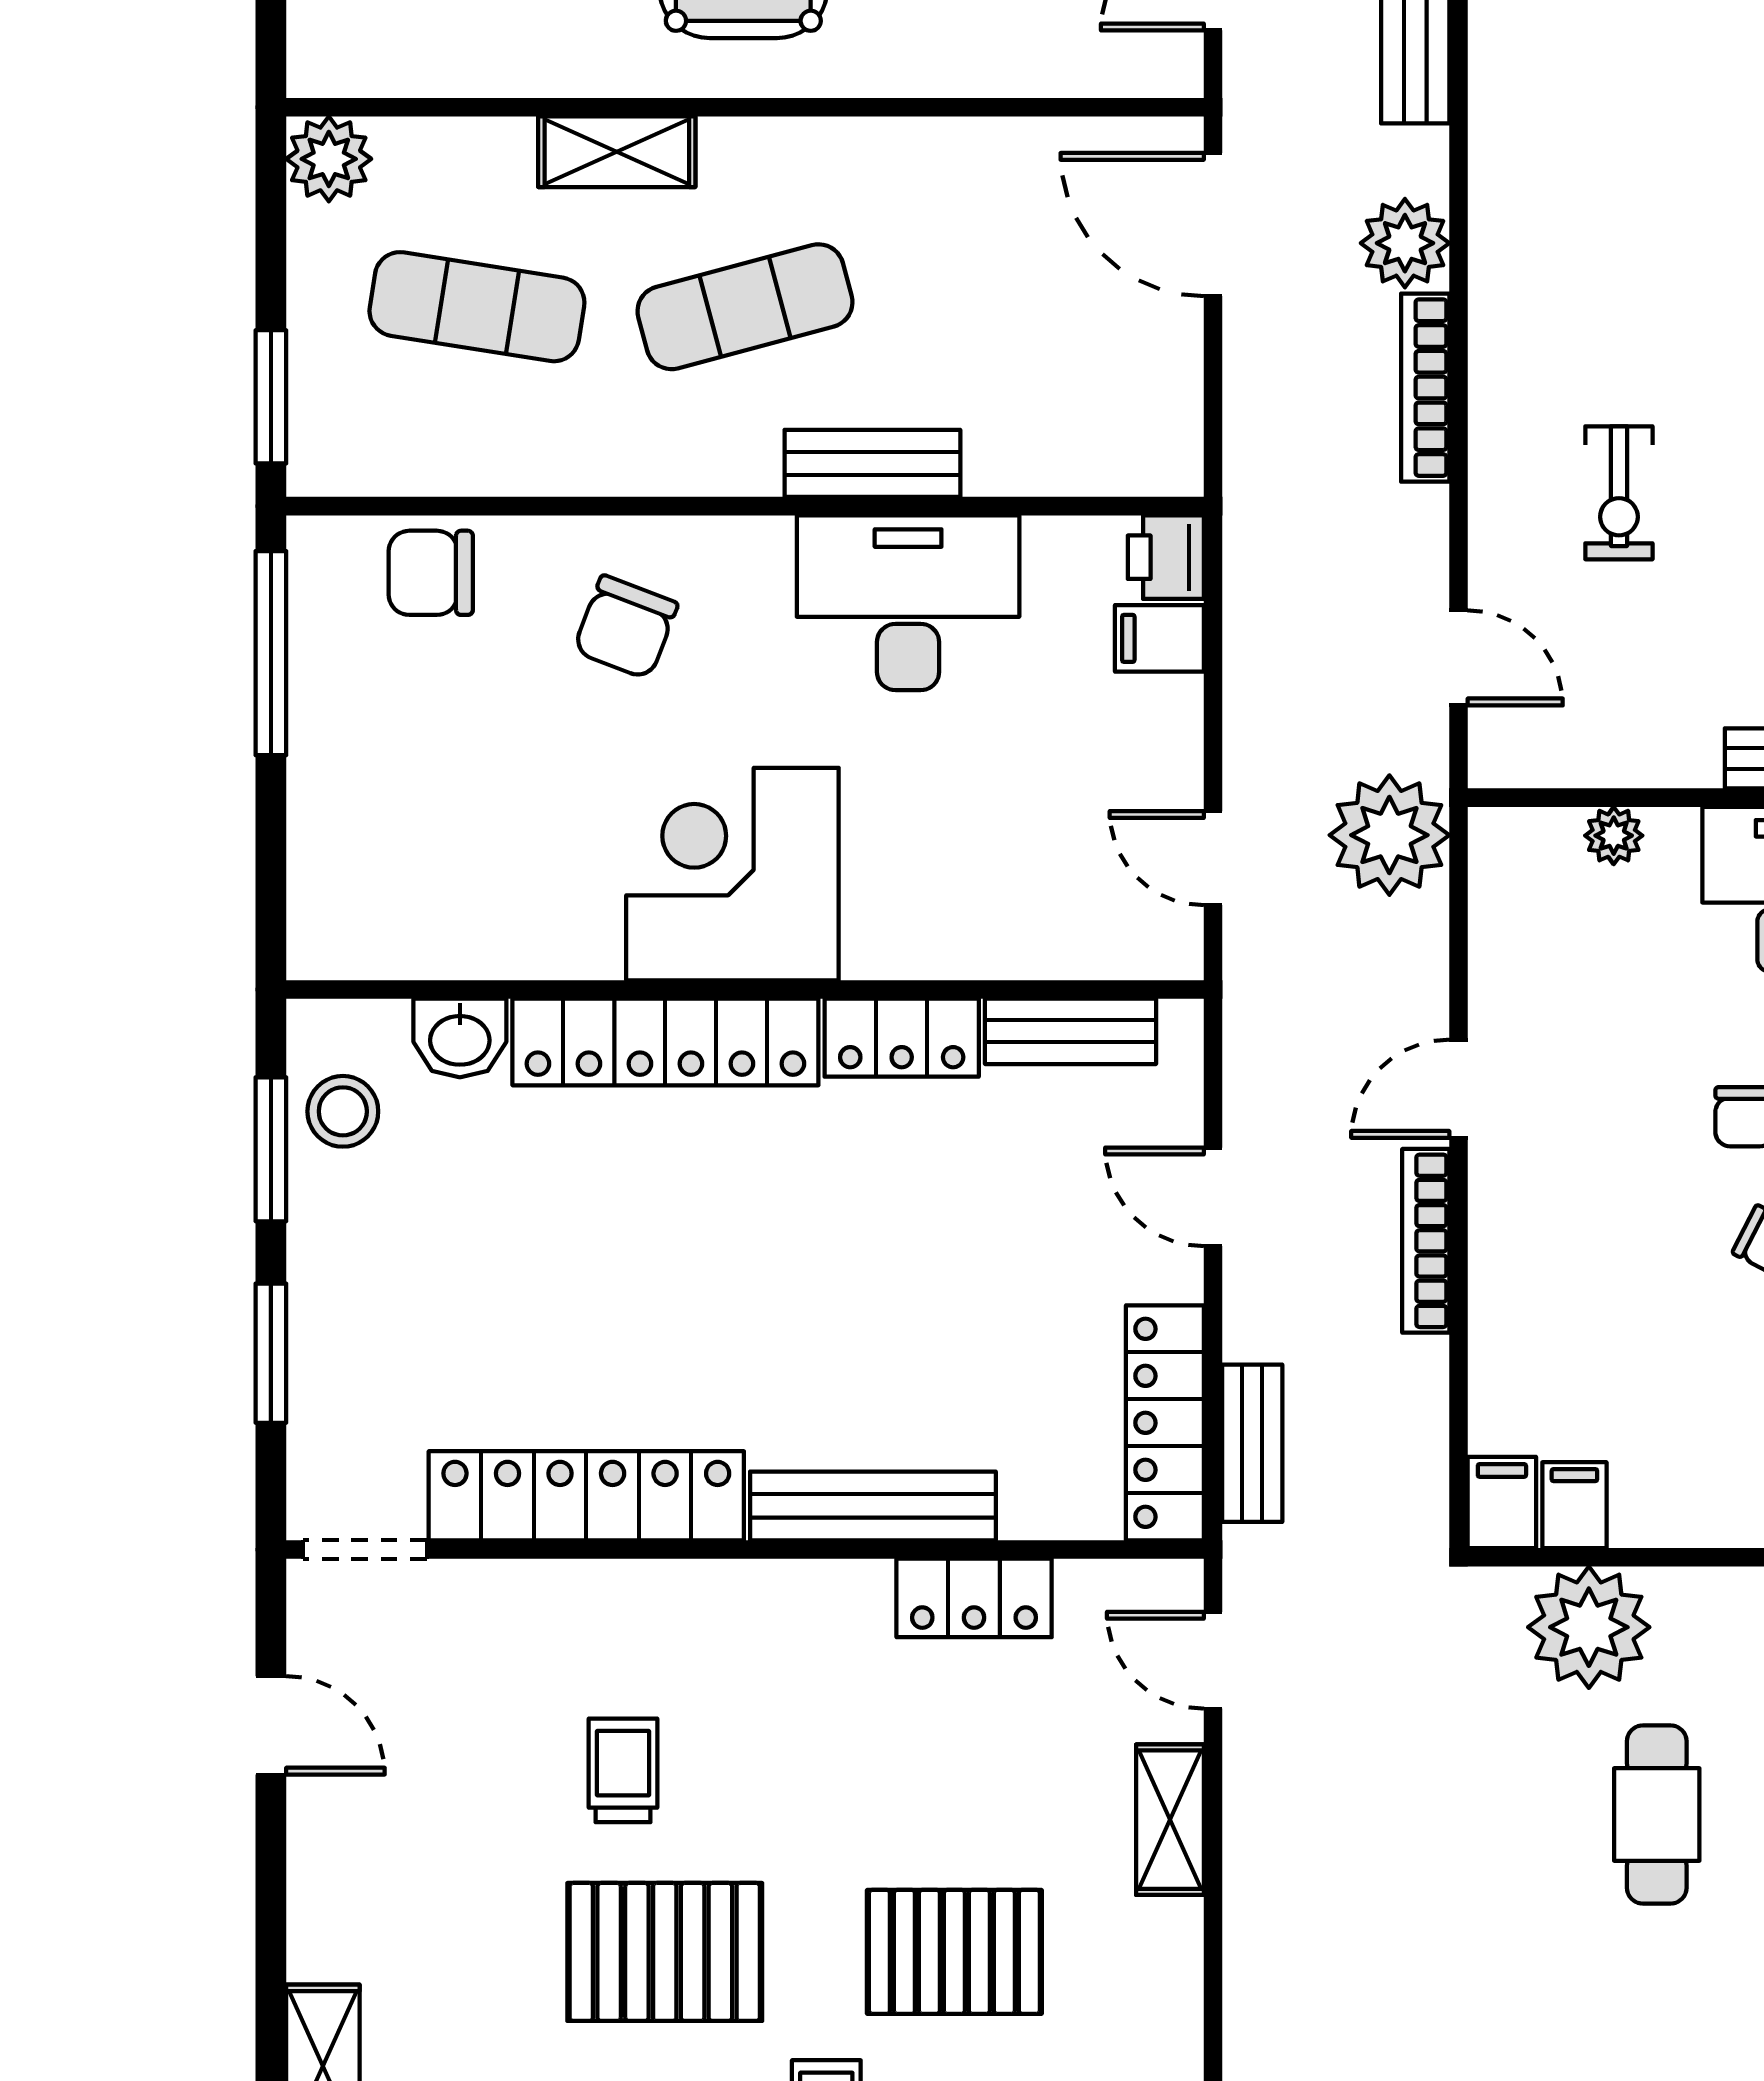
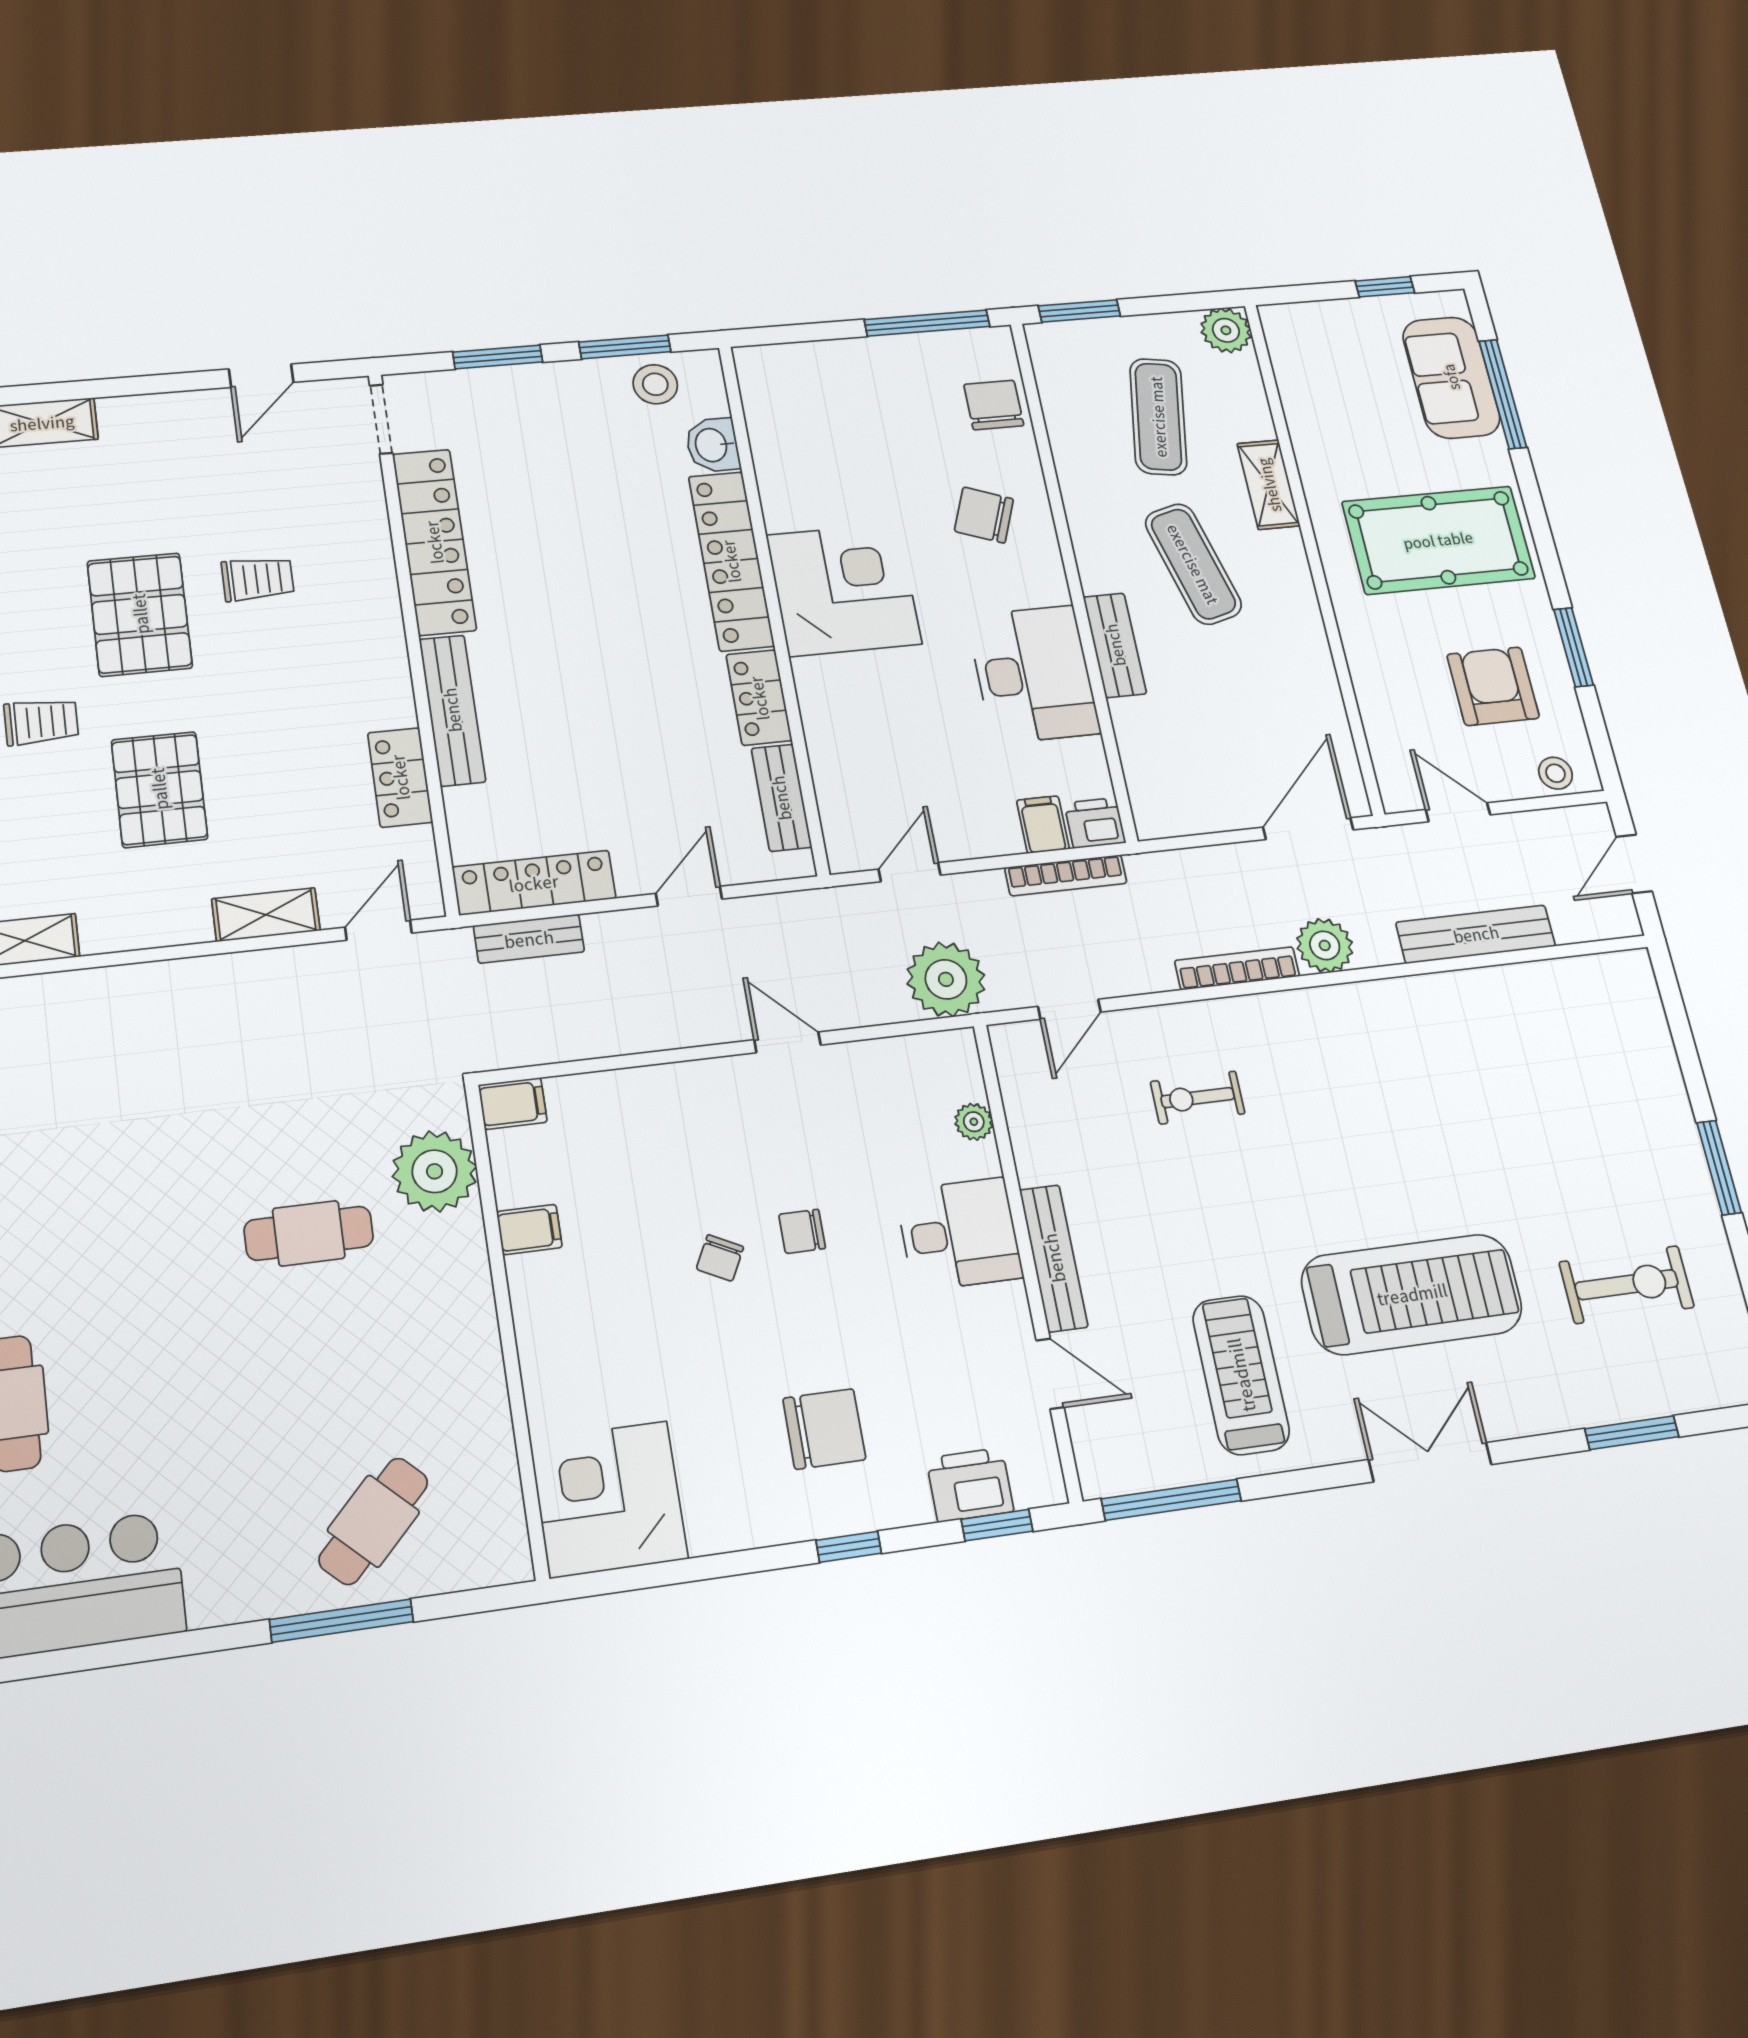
bookcase: (1426, 1241) -> (1066, 875), moved, turned 180
filing cabinet: (1574, 1505) -> (529, 1230), moved

